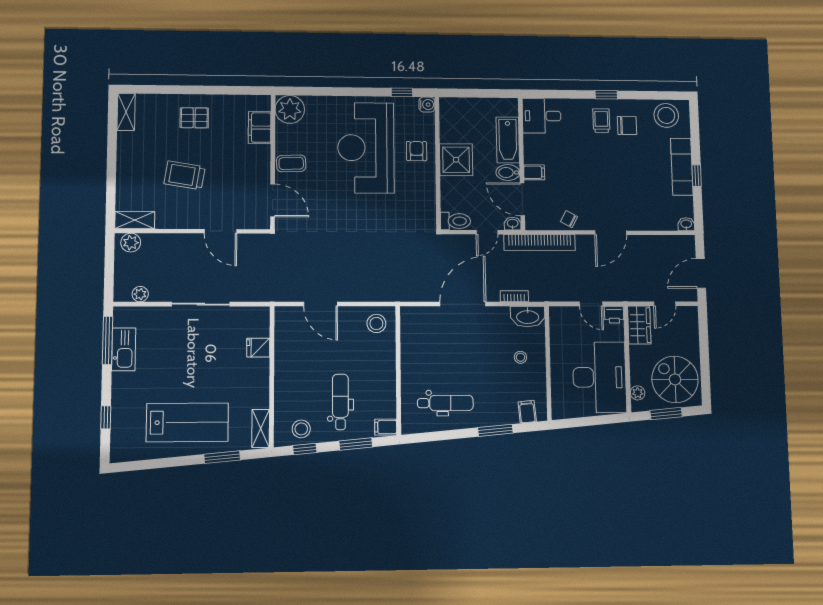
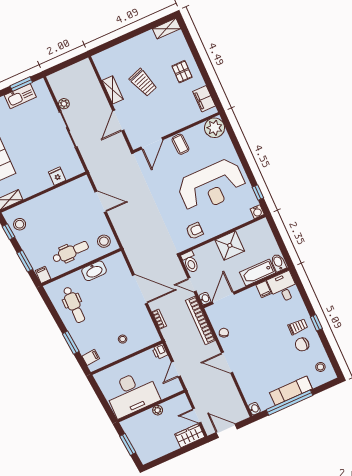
stool: (666, 115) -> (320, 367), width x0.53, depth x0.53
chair: (627, 126) -> (302, 344), turned 90
filing cabinet: (260, 128) -> (204, 99), moved, turned -90
reception desk: (366, 148) -> (212, 186), turned 180
armchair: (417, 151) -> (195, 231), moved
bidet: (508, 172) -> (278, 263), moved
filing cabinet: (534, 172) -> (264, 289), moved
trolley: (185, 175) -> (143, 83), turned 152
window: (697, 176) -> (289, 403), width x3.17
shelving: (135, 220) -> (113, 90), moved
plant: (131, 243) -> (87, 70), removed
plant: (140, 294) -> (64, 104), moved
door: (321, 304) -> (101, 202), swing flipped
printer: (614, 315) -> (160, 351), moved
washbasin: (528, 316) -> (94, 271), moved, turned -90
wardrobe: (639, 325) -> (190, 436), moved, turned 180
window: (108, 340) -> (21, 84), width x0.69
spiral stairs: (675, 379) -> (152, 441), removed
plant: (638, 393) -> (158, 410), moved
dental chair: (340, 402) -> (71, 252), moved

